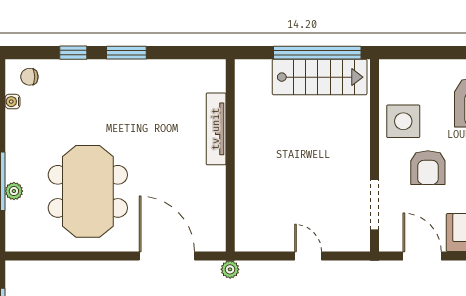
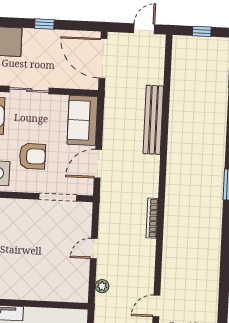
plant: (230, 269) -> (102, 286), moved

